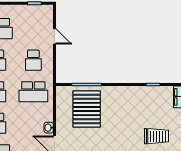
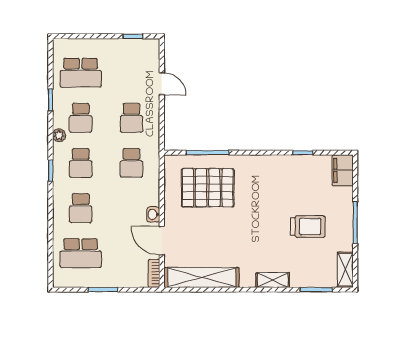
school desk: (33, 92) -> (131, 163), width x0.54
pallet: (87, 109) -> (208, 188), turned 90

